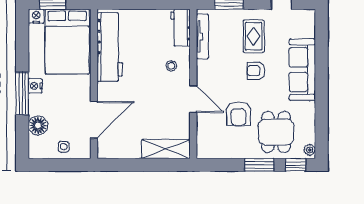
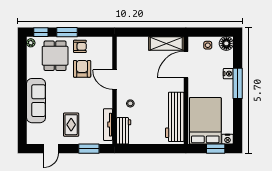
armchair: (256, 71) -> (80, 46), moved
nightstand: (35, 86) -> (228, 74), moved
floor lamp: (38, 125) -> (226, 43), moved
shelving: (166, 149) -> (166, 43), moved

